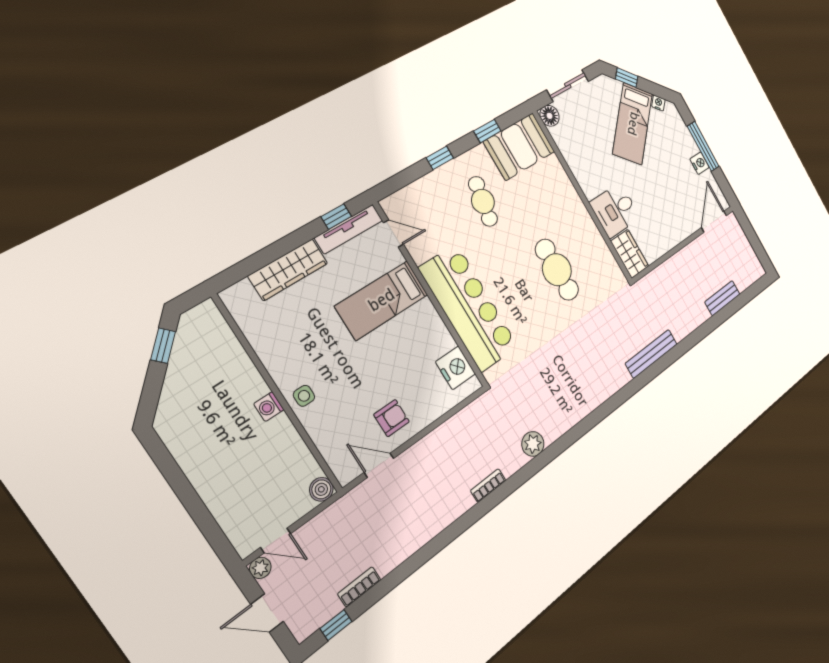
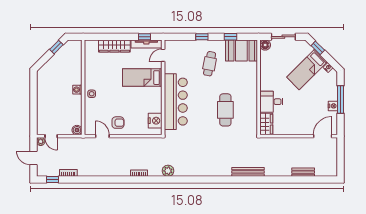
door: (393, 234) -> (163, 55), swing flipped

